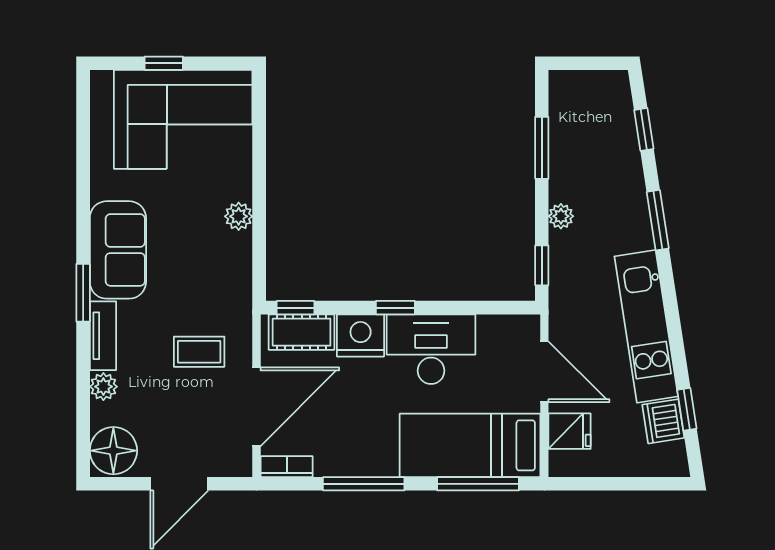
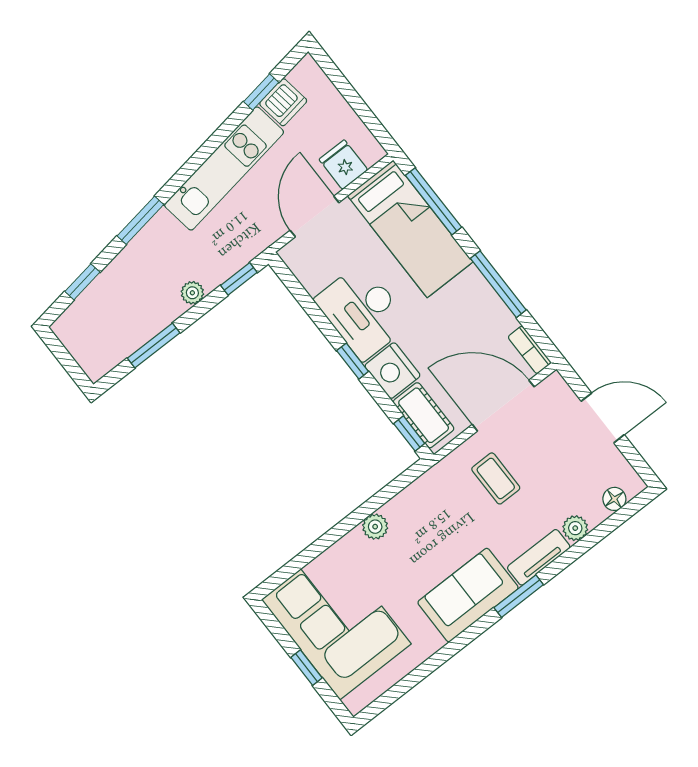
floor lamp: (113, 451) -> (614, 499), width x0.53, depth x0.53

